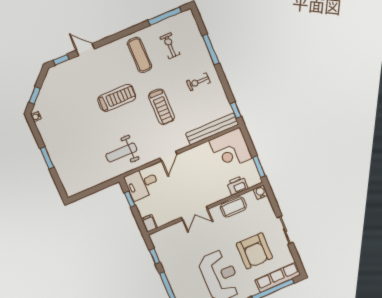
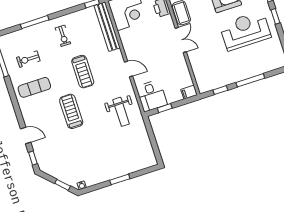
door: (85, 50) -> (26, 135), swing flipped
treadmill: (161, 107) -> (83, 72), turned 90
double door: (194, 213) -> (181, 40), moved

